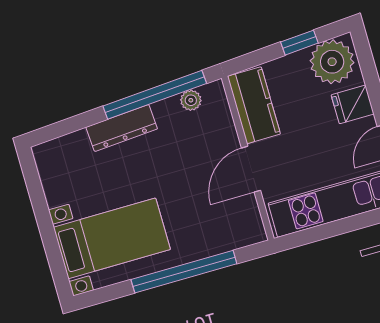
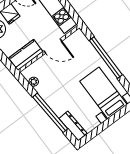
window: (155, 95) -> (50, 113), moved
dresser: (122, 128) -> (73, 126), moved

